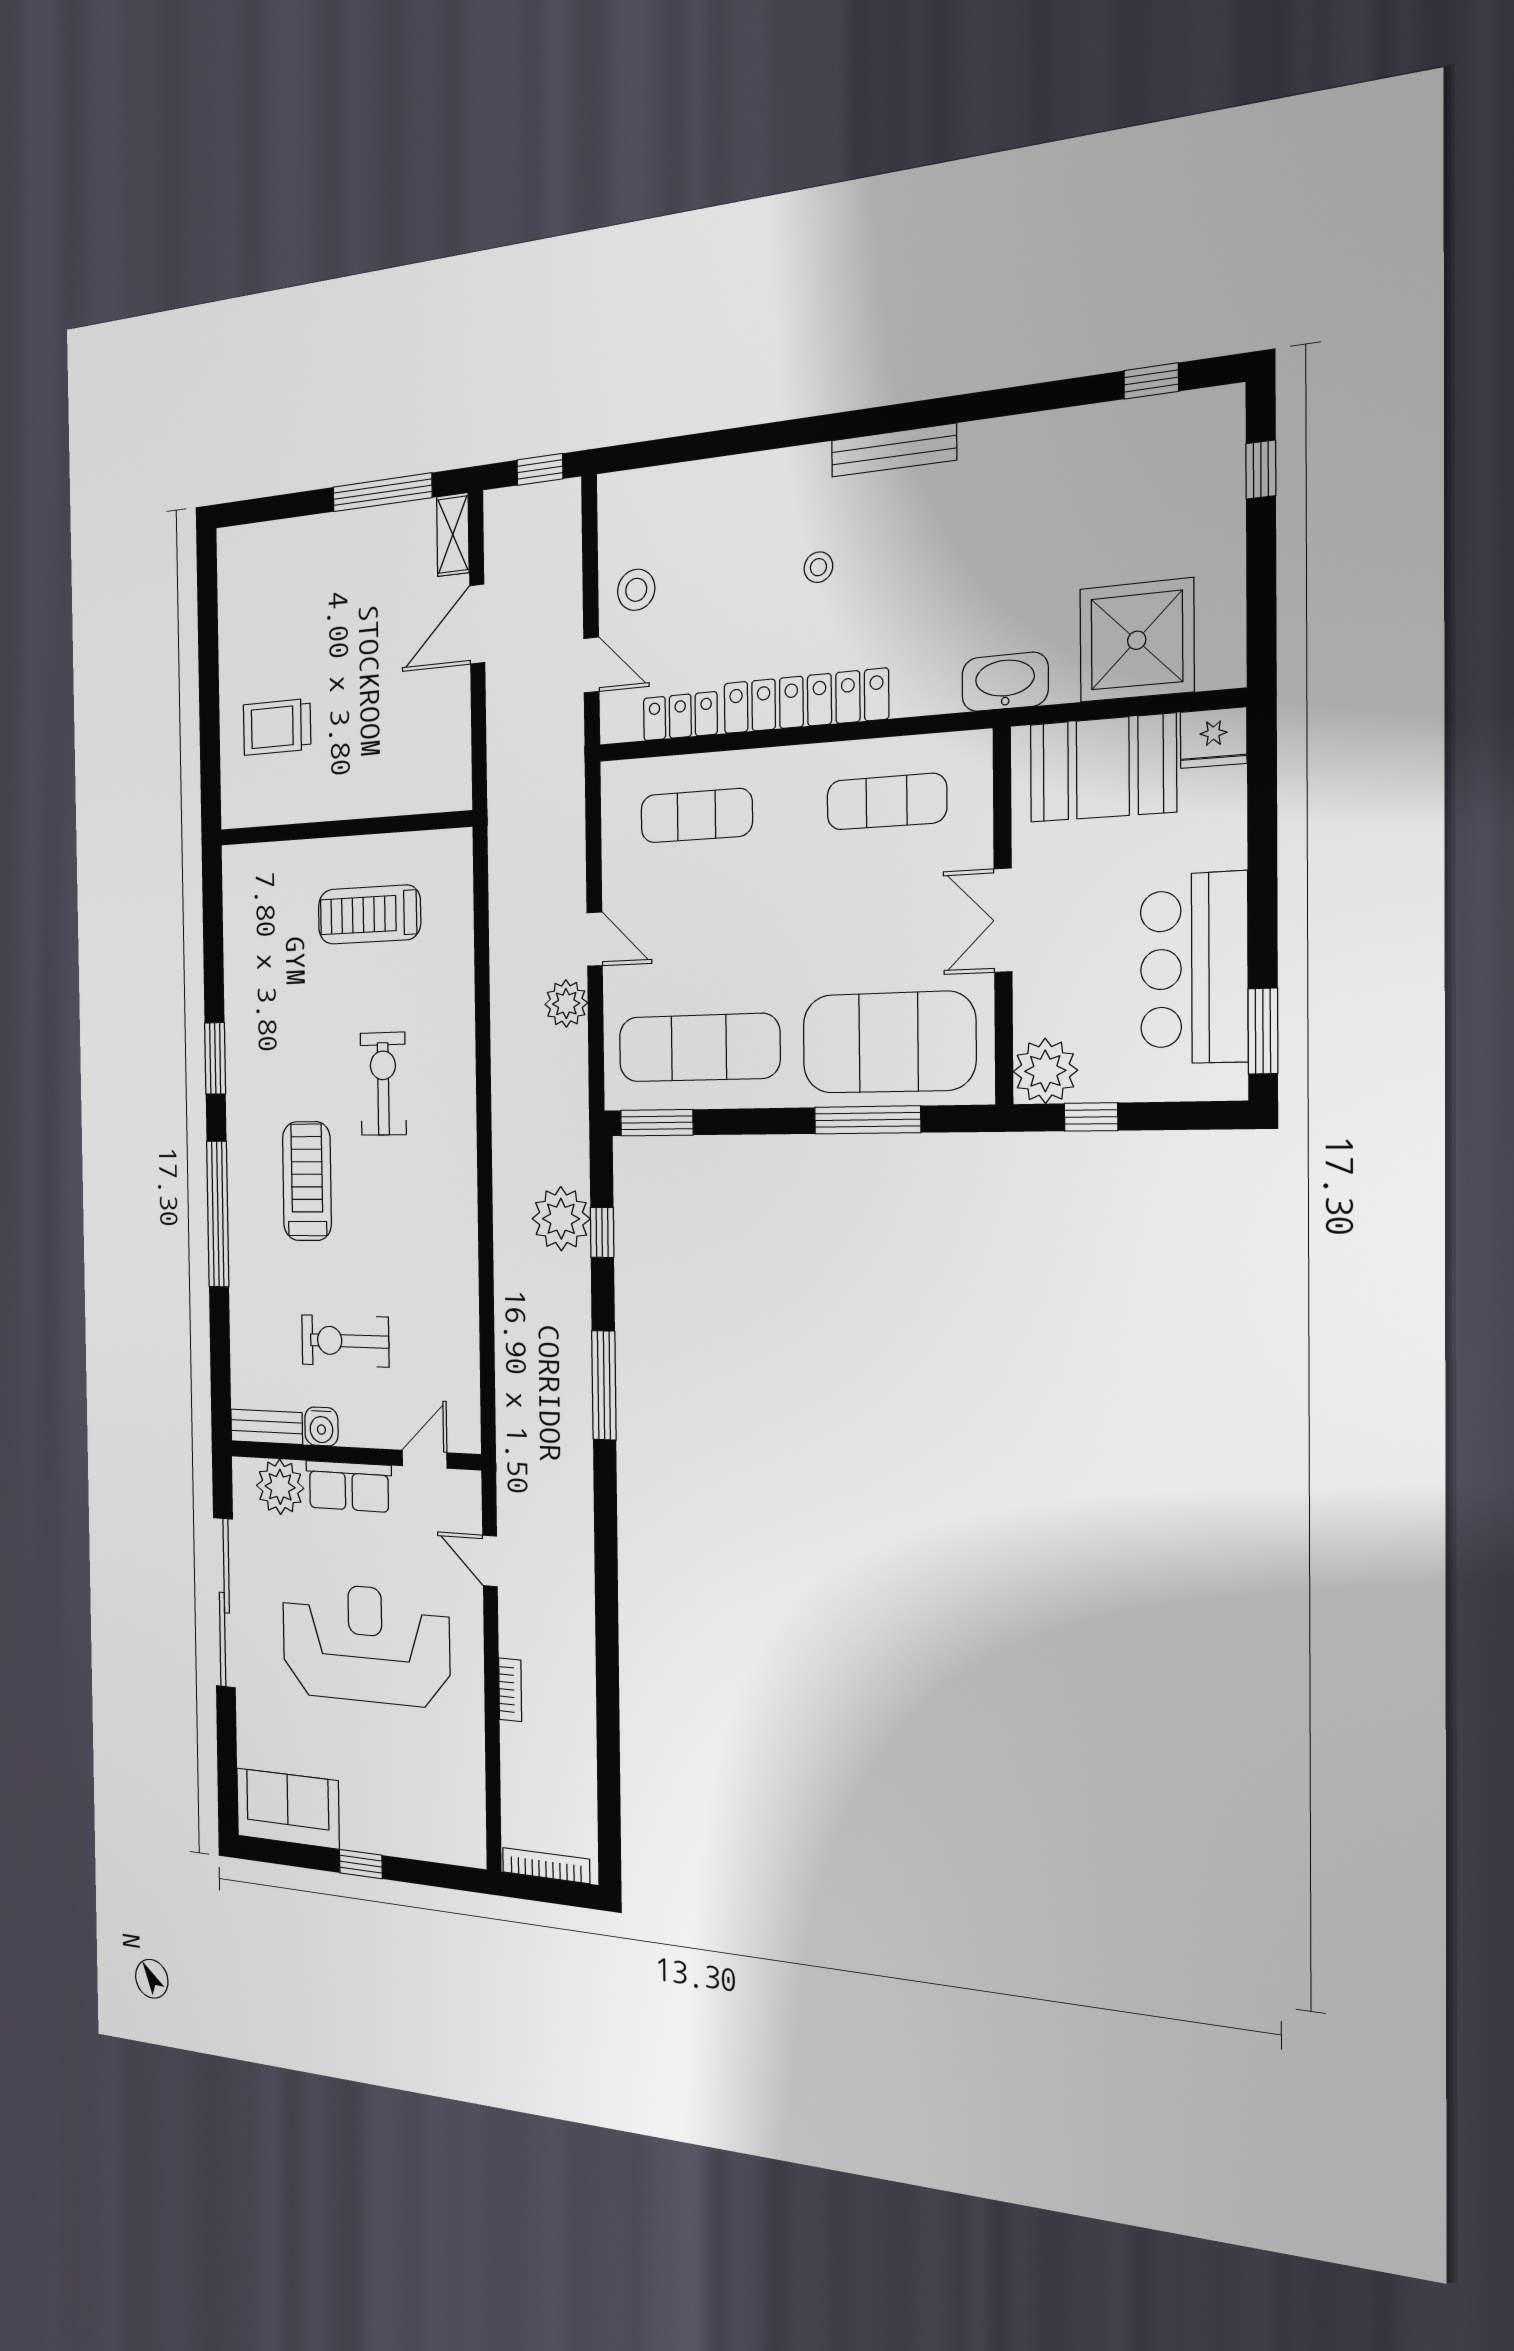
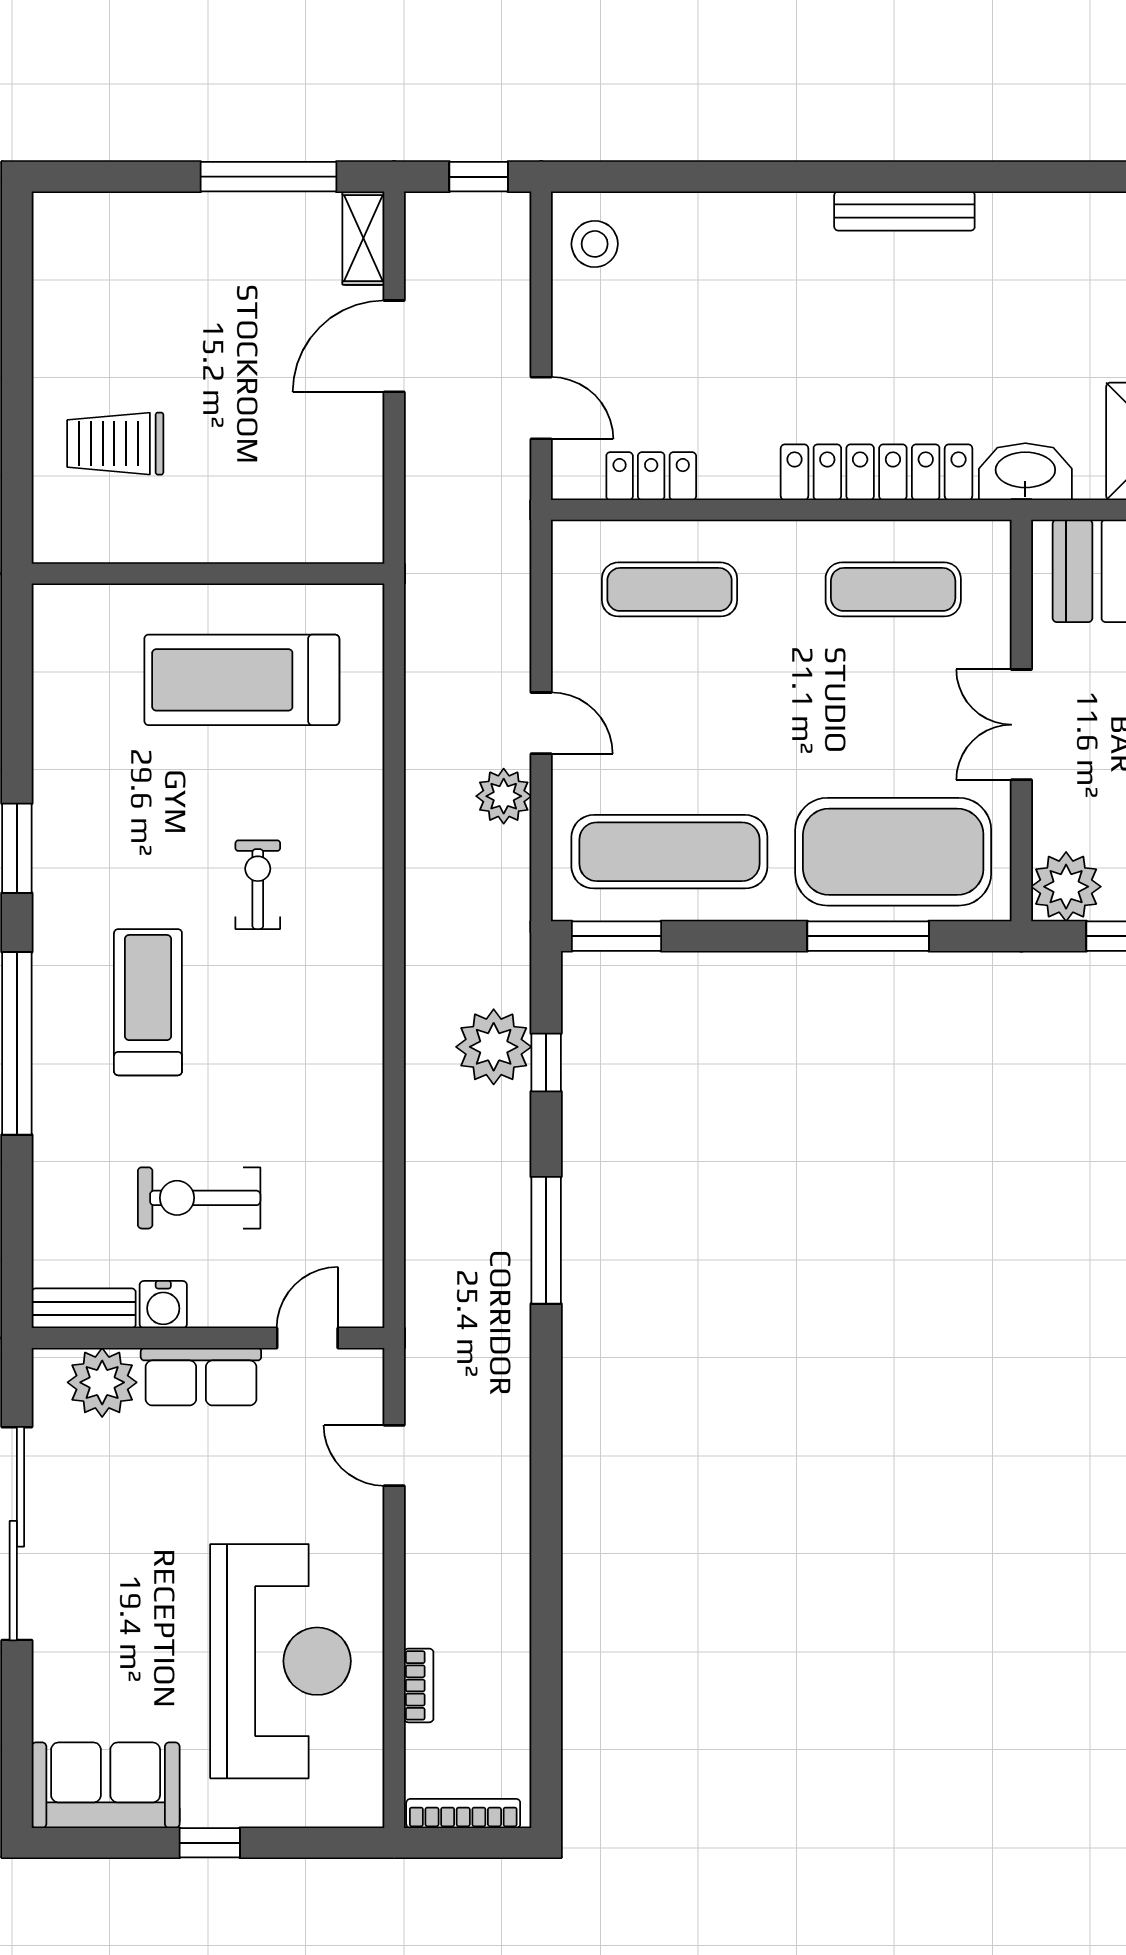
stool: (818, 567) -> (817, 327), removed
stool: (636, 590) -> (595, 244), moved
locker: (805, 701) -> (877, 472), moved
treadmill: (369, 915) -> (242, 680), width x1.37, depth x1.38
exercise bike: (383, 1084) -> (258, 885), width x0.73, depth x0.72
reception desk: (365, 1644) -> (281, 1661), moved, turned 90
bookcase: (510, 1690) -> (419, 1685), moved

